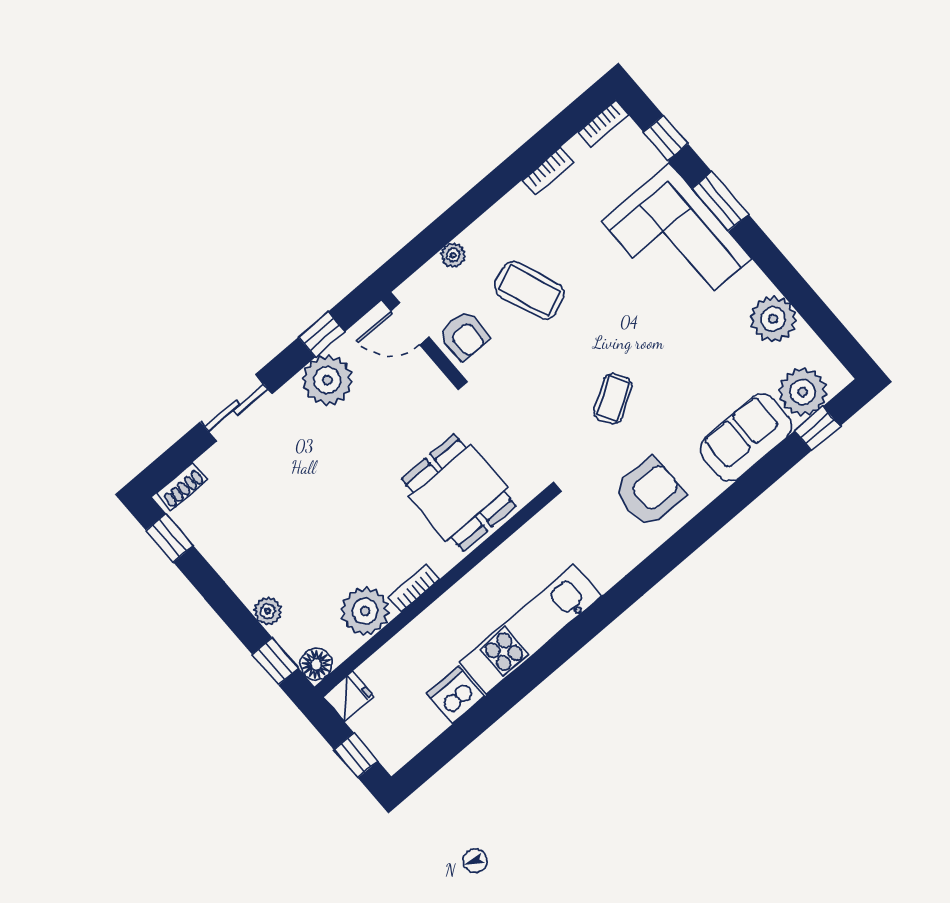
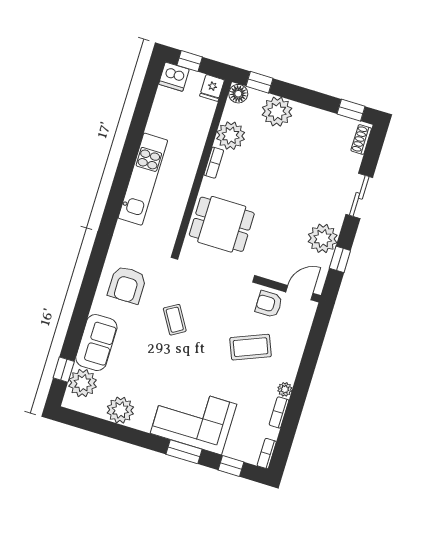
plant: (453, 255) -> (285, 389), moved
plant: (268, 611) -> (277, 112), width x1.87, depth x1.87
dishwasher: (456, 695) -> (174, 77), moved, turned 90

